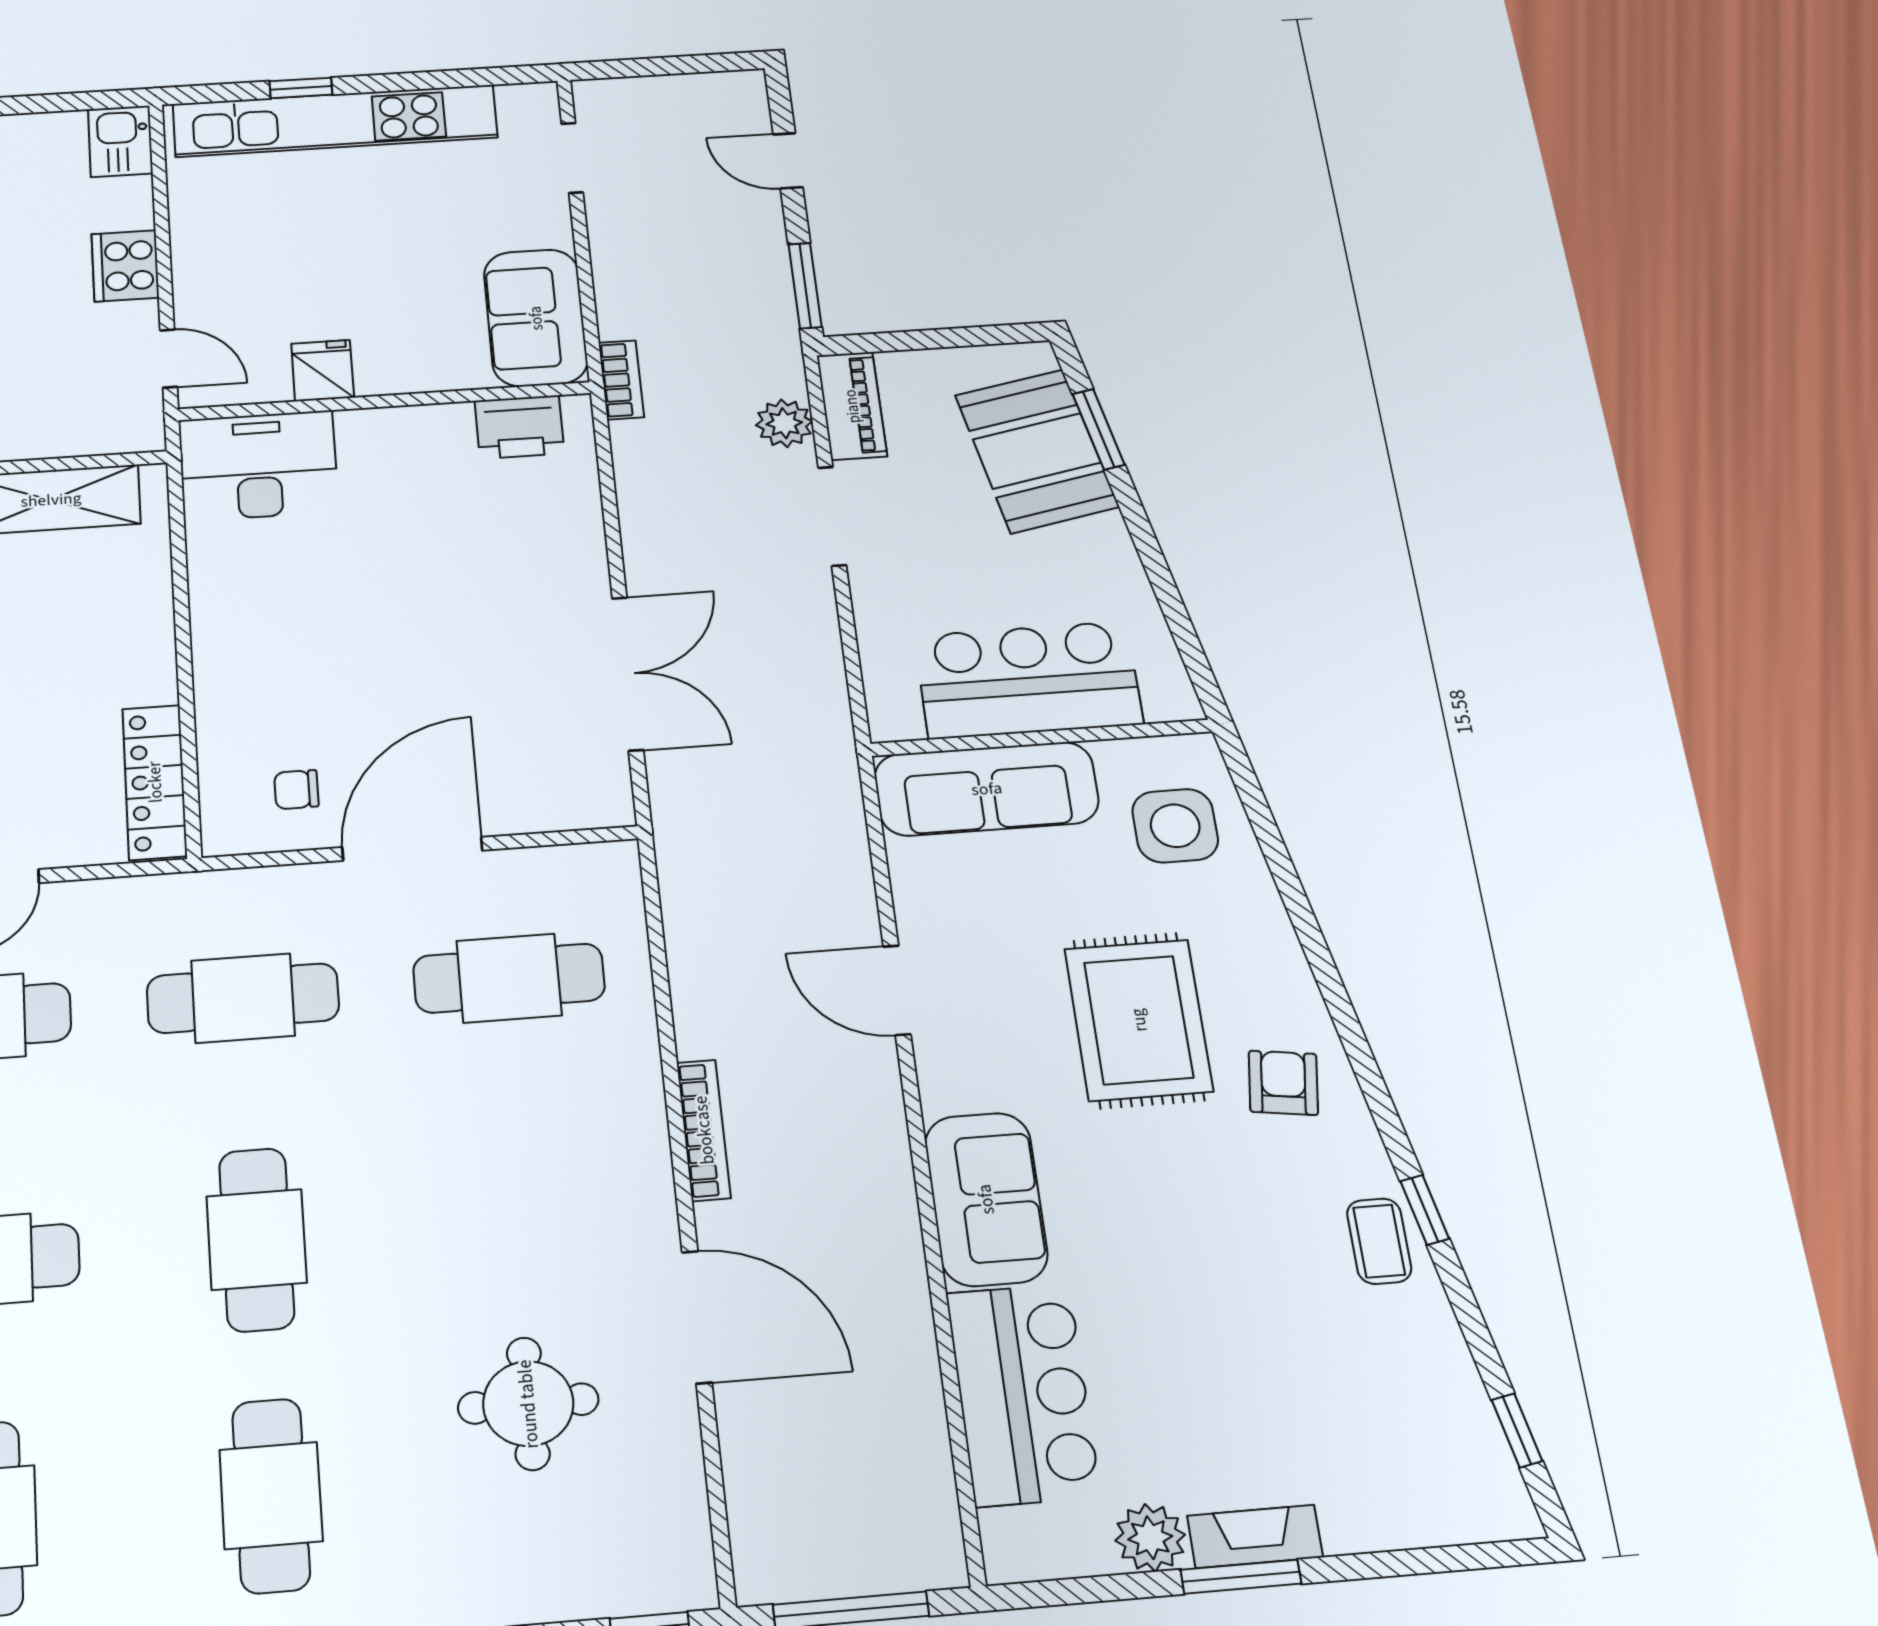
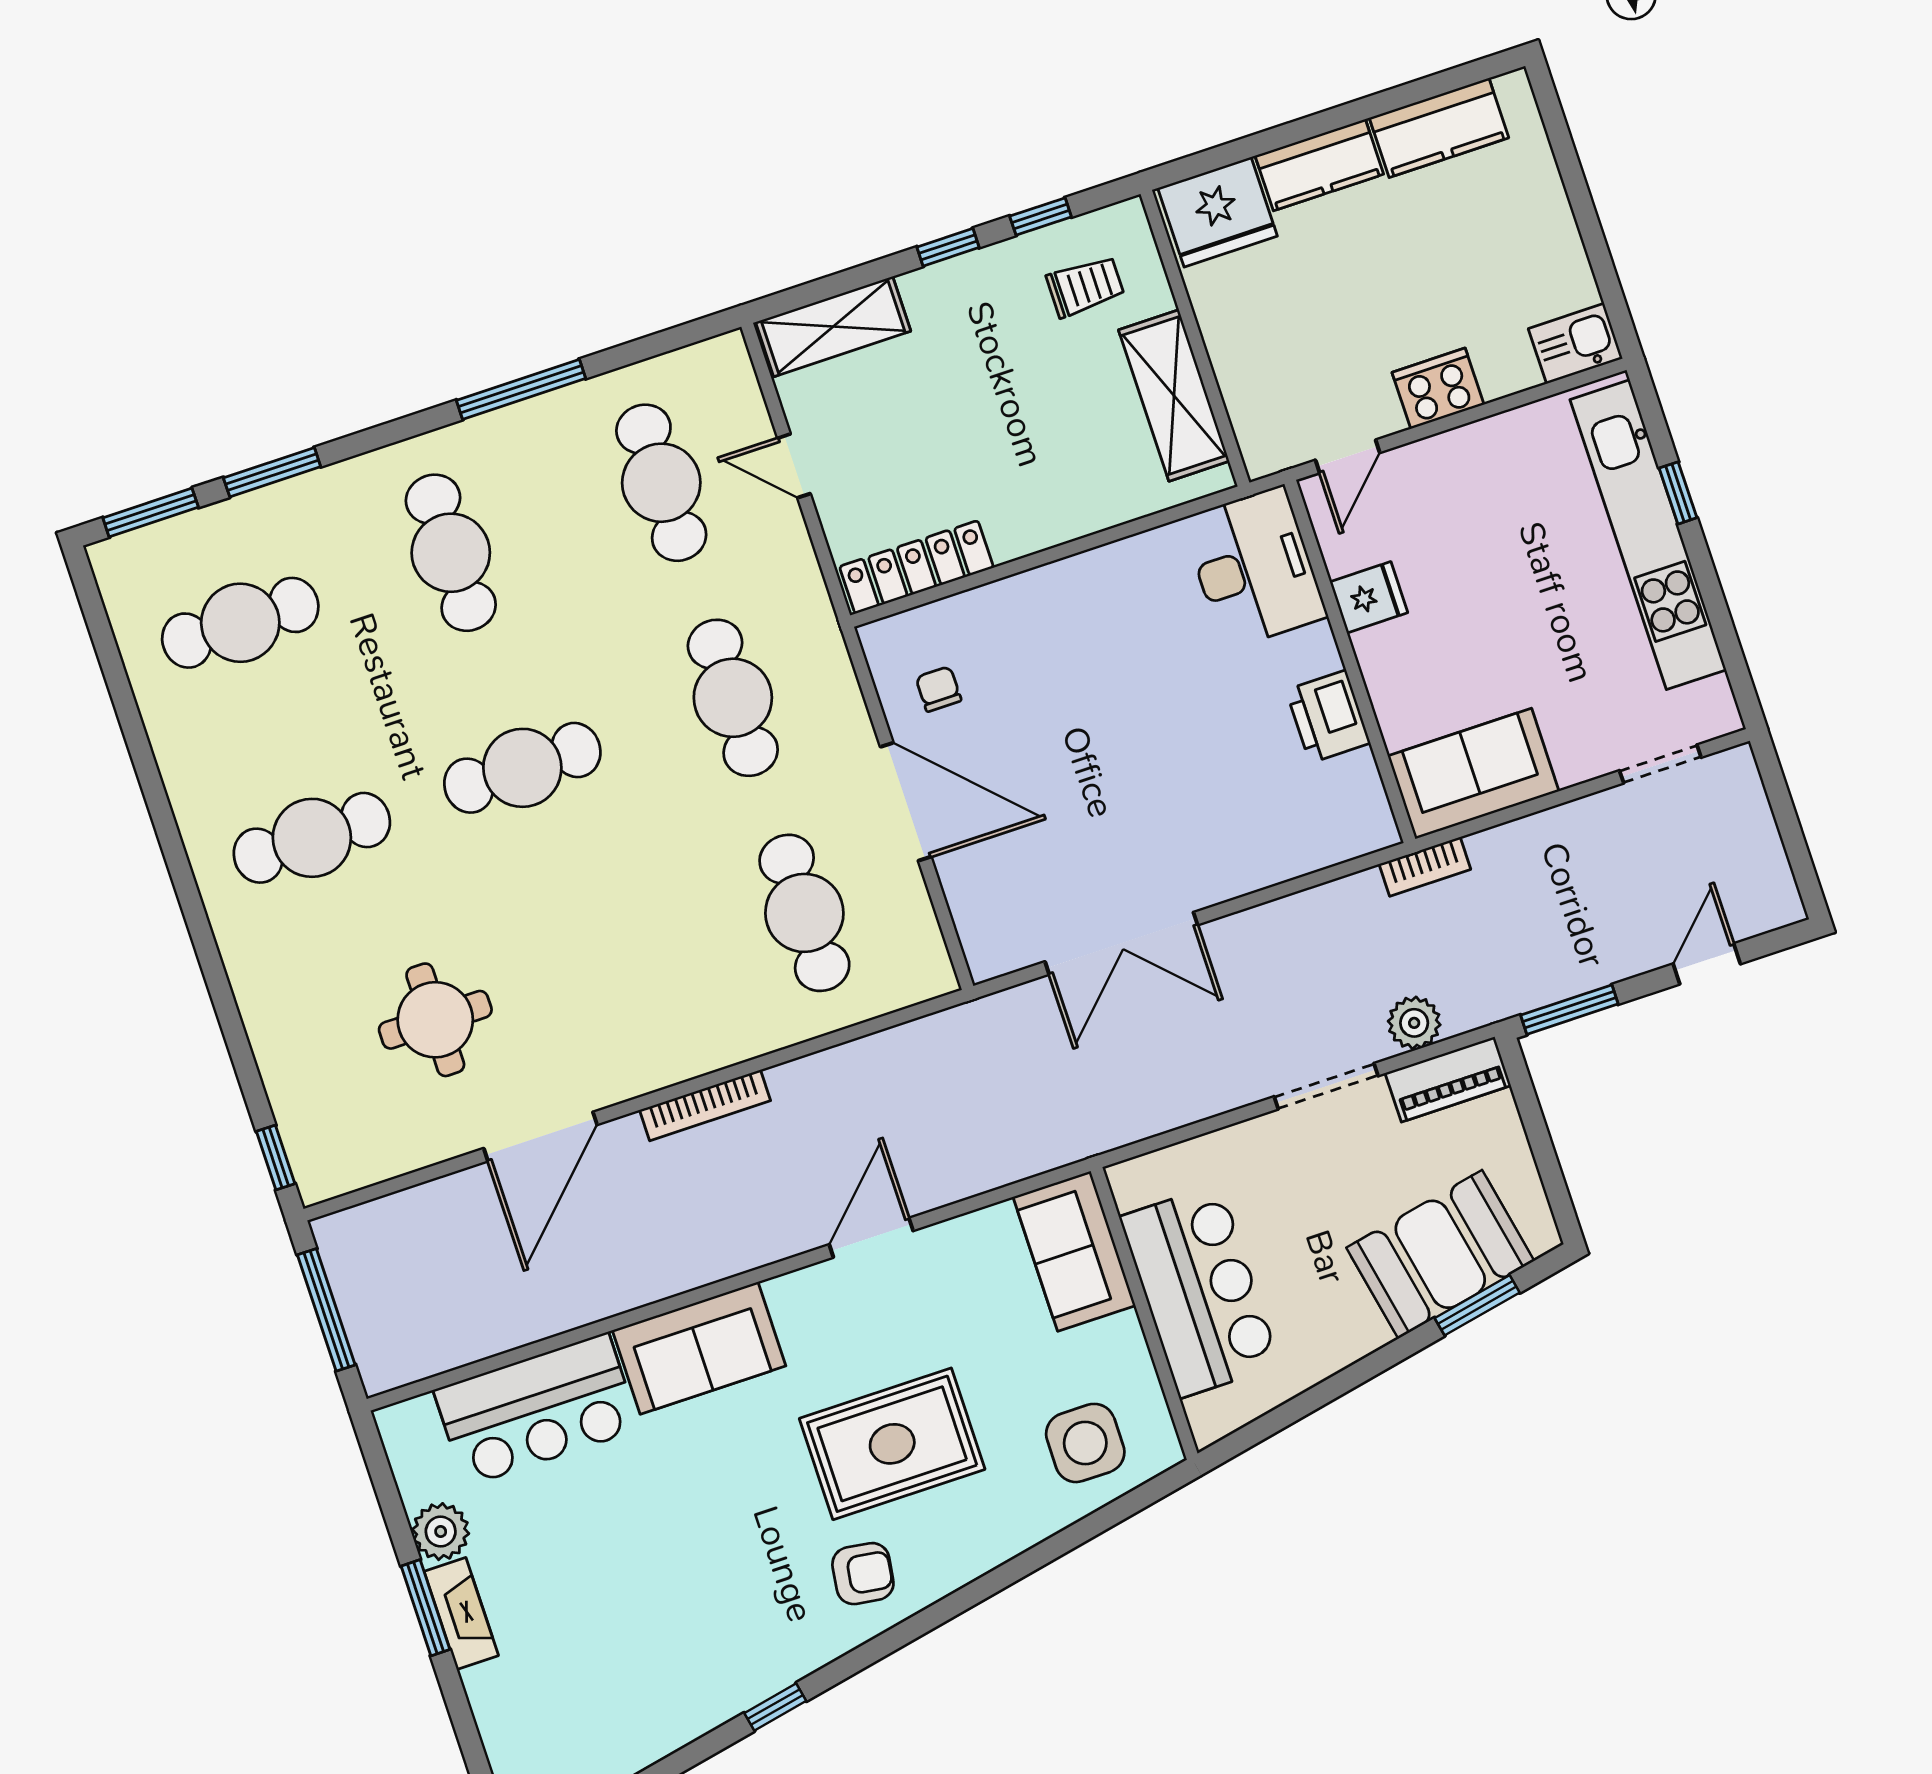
printer: (520, 427) -> (1328, 717), moved
sofa: (987, 789) -> (1074, 1251), width x0.73
coffee table: (1379, 1241) -> (738, 1674), removed

